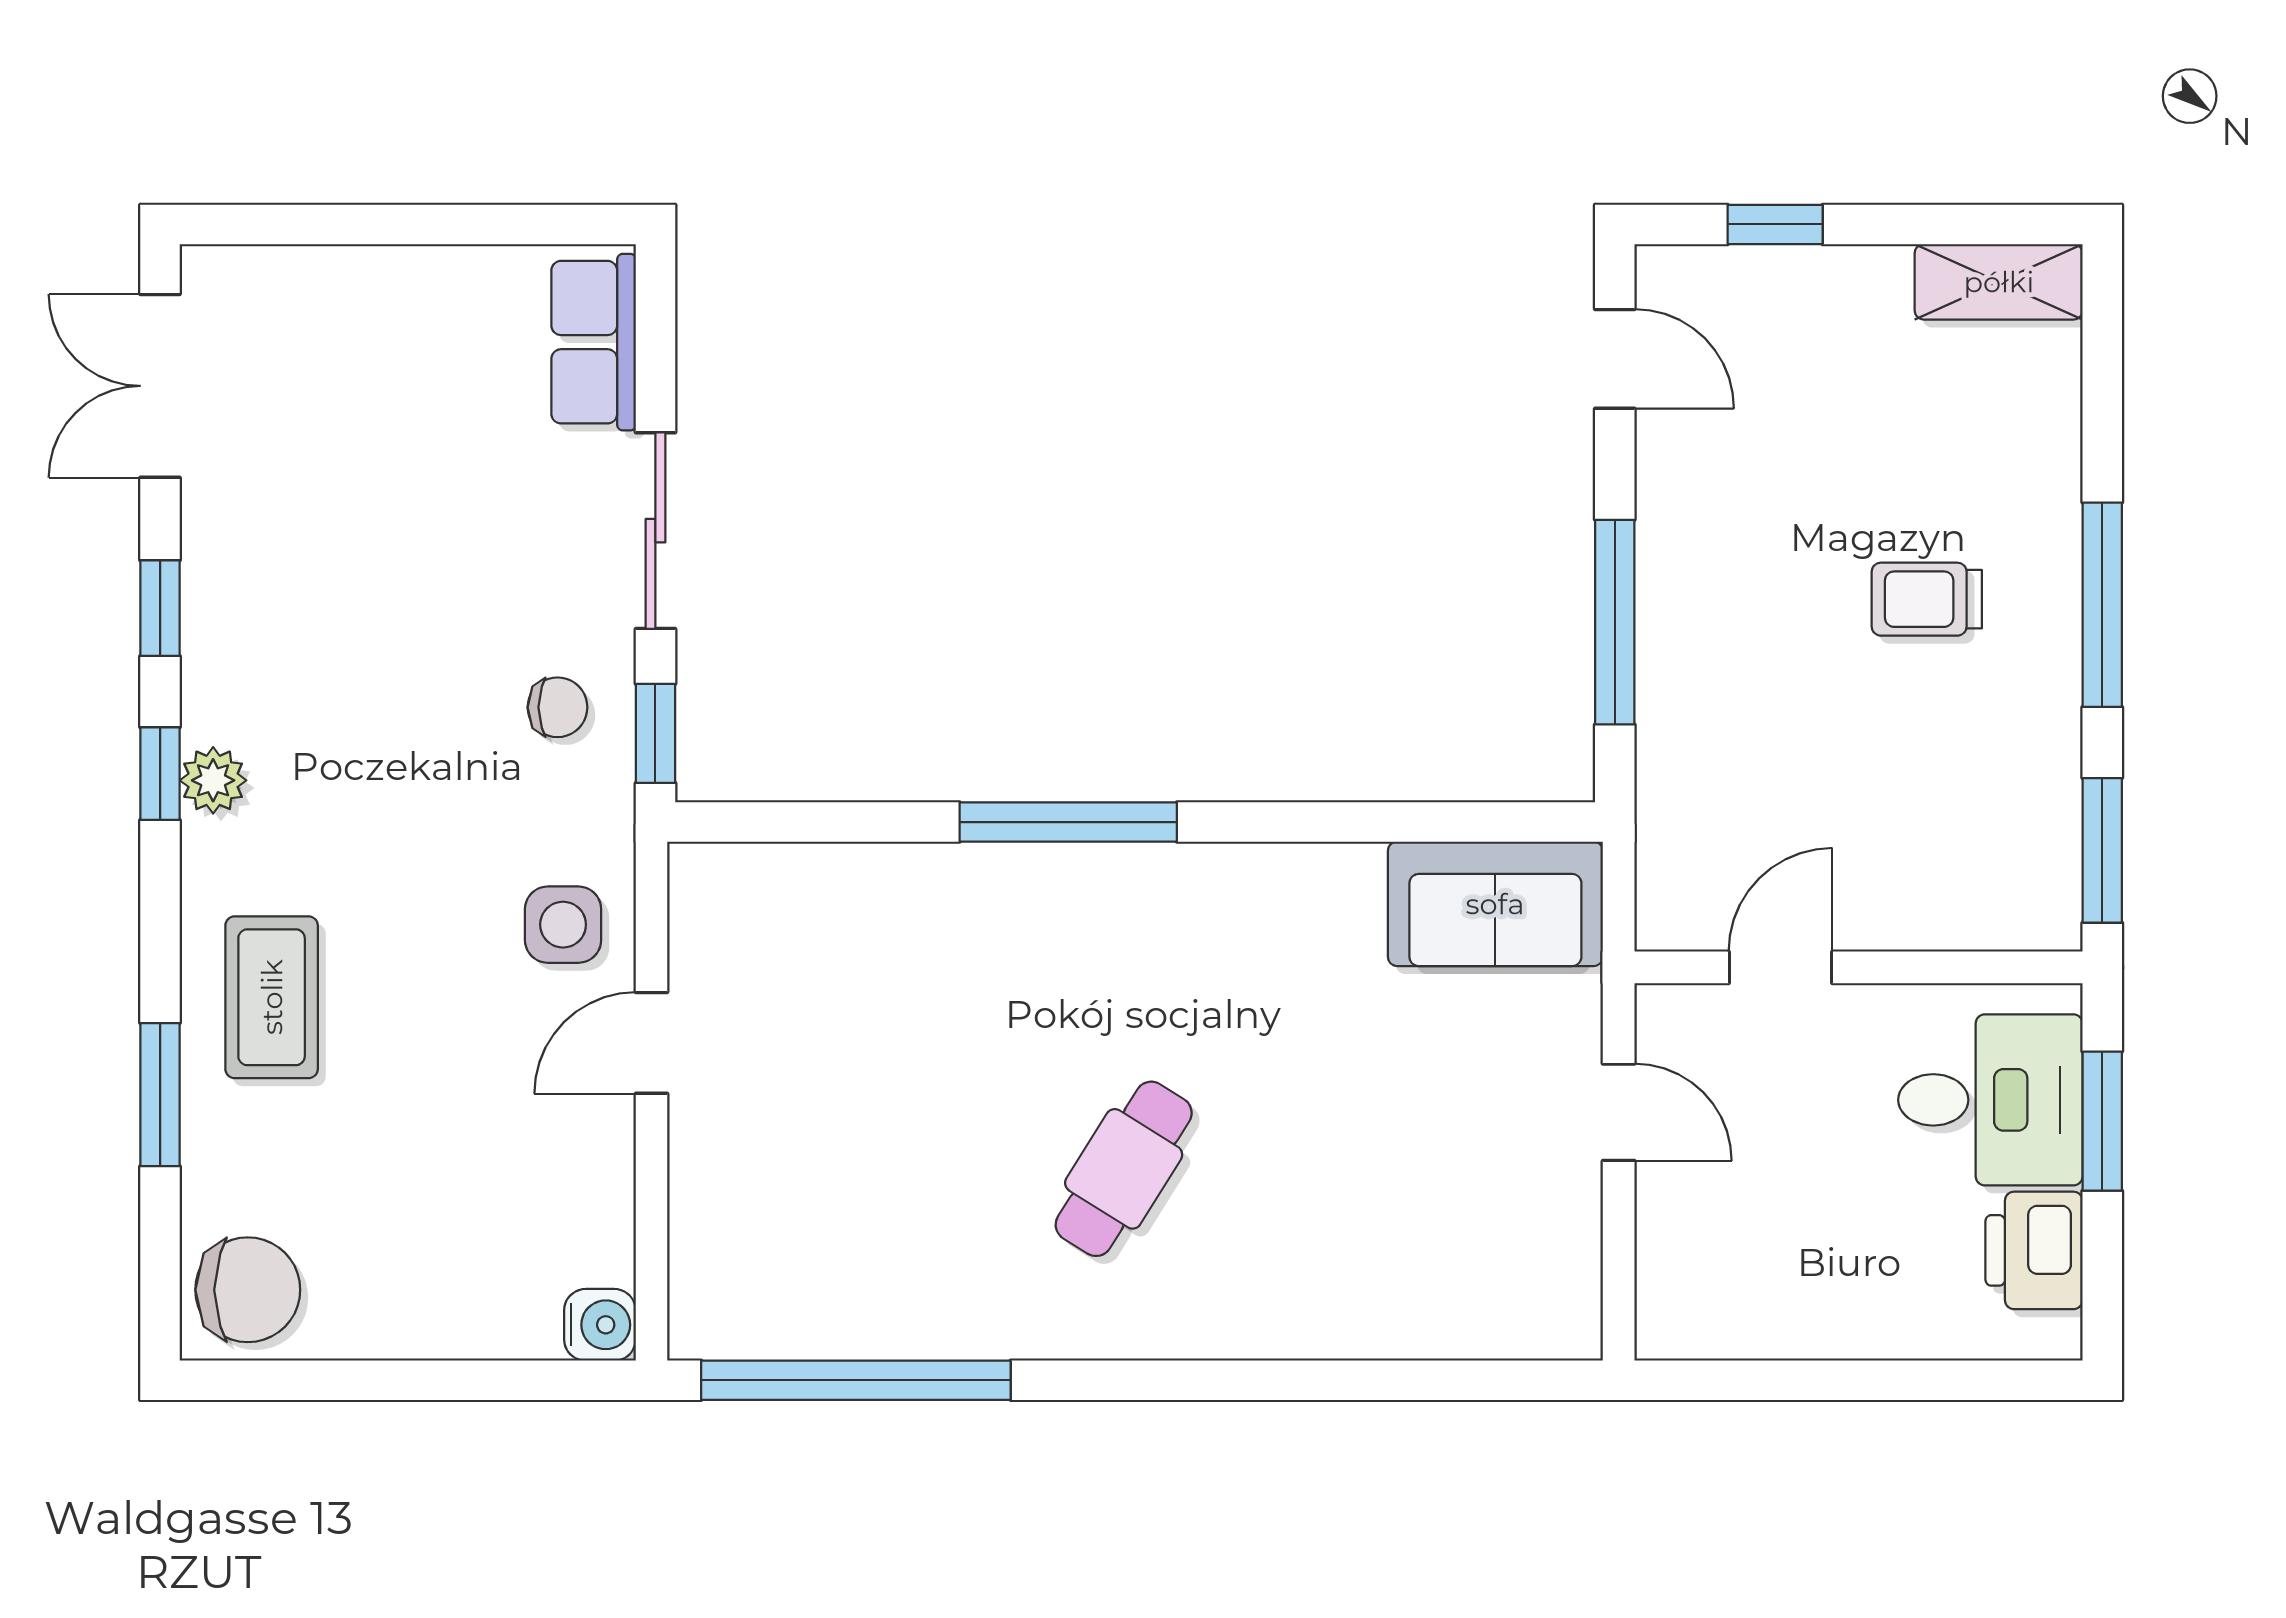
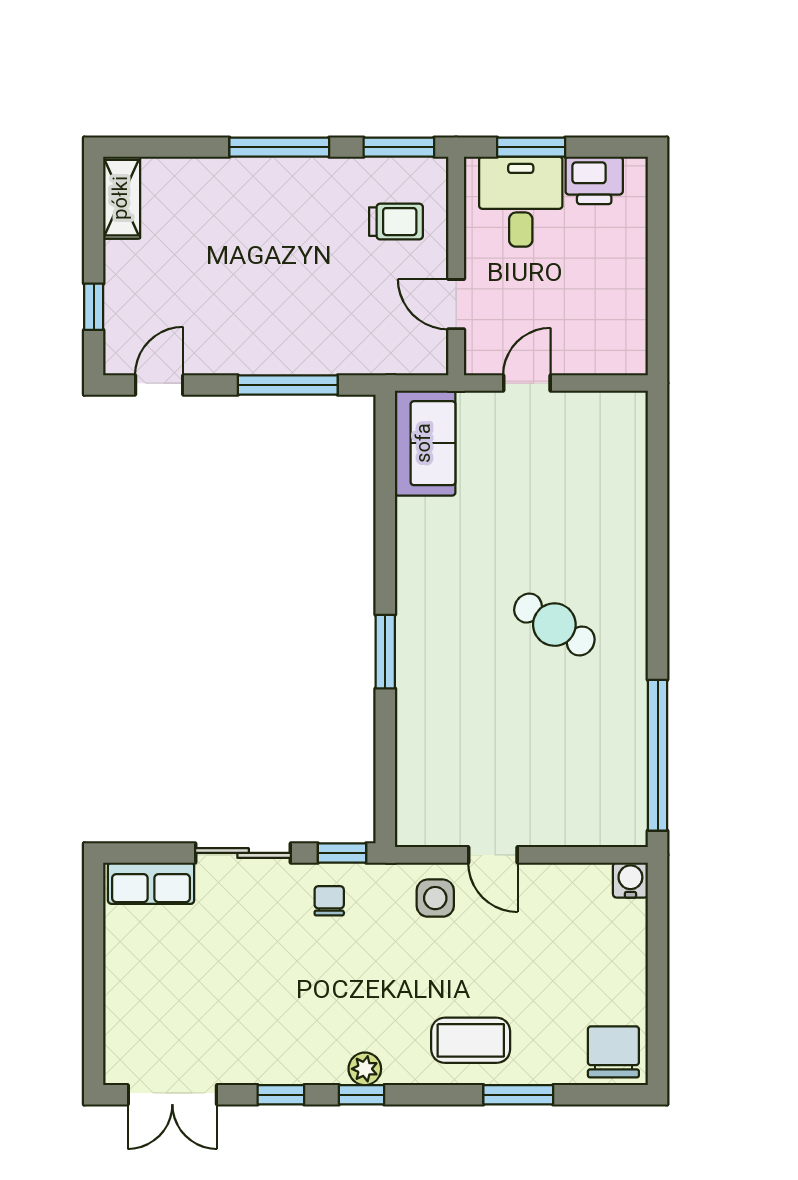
trolley: (1927, 599) -> (396, 222), moved, turned -90
window: (1068, 822) -> (385, 652), width x0.69

